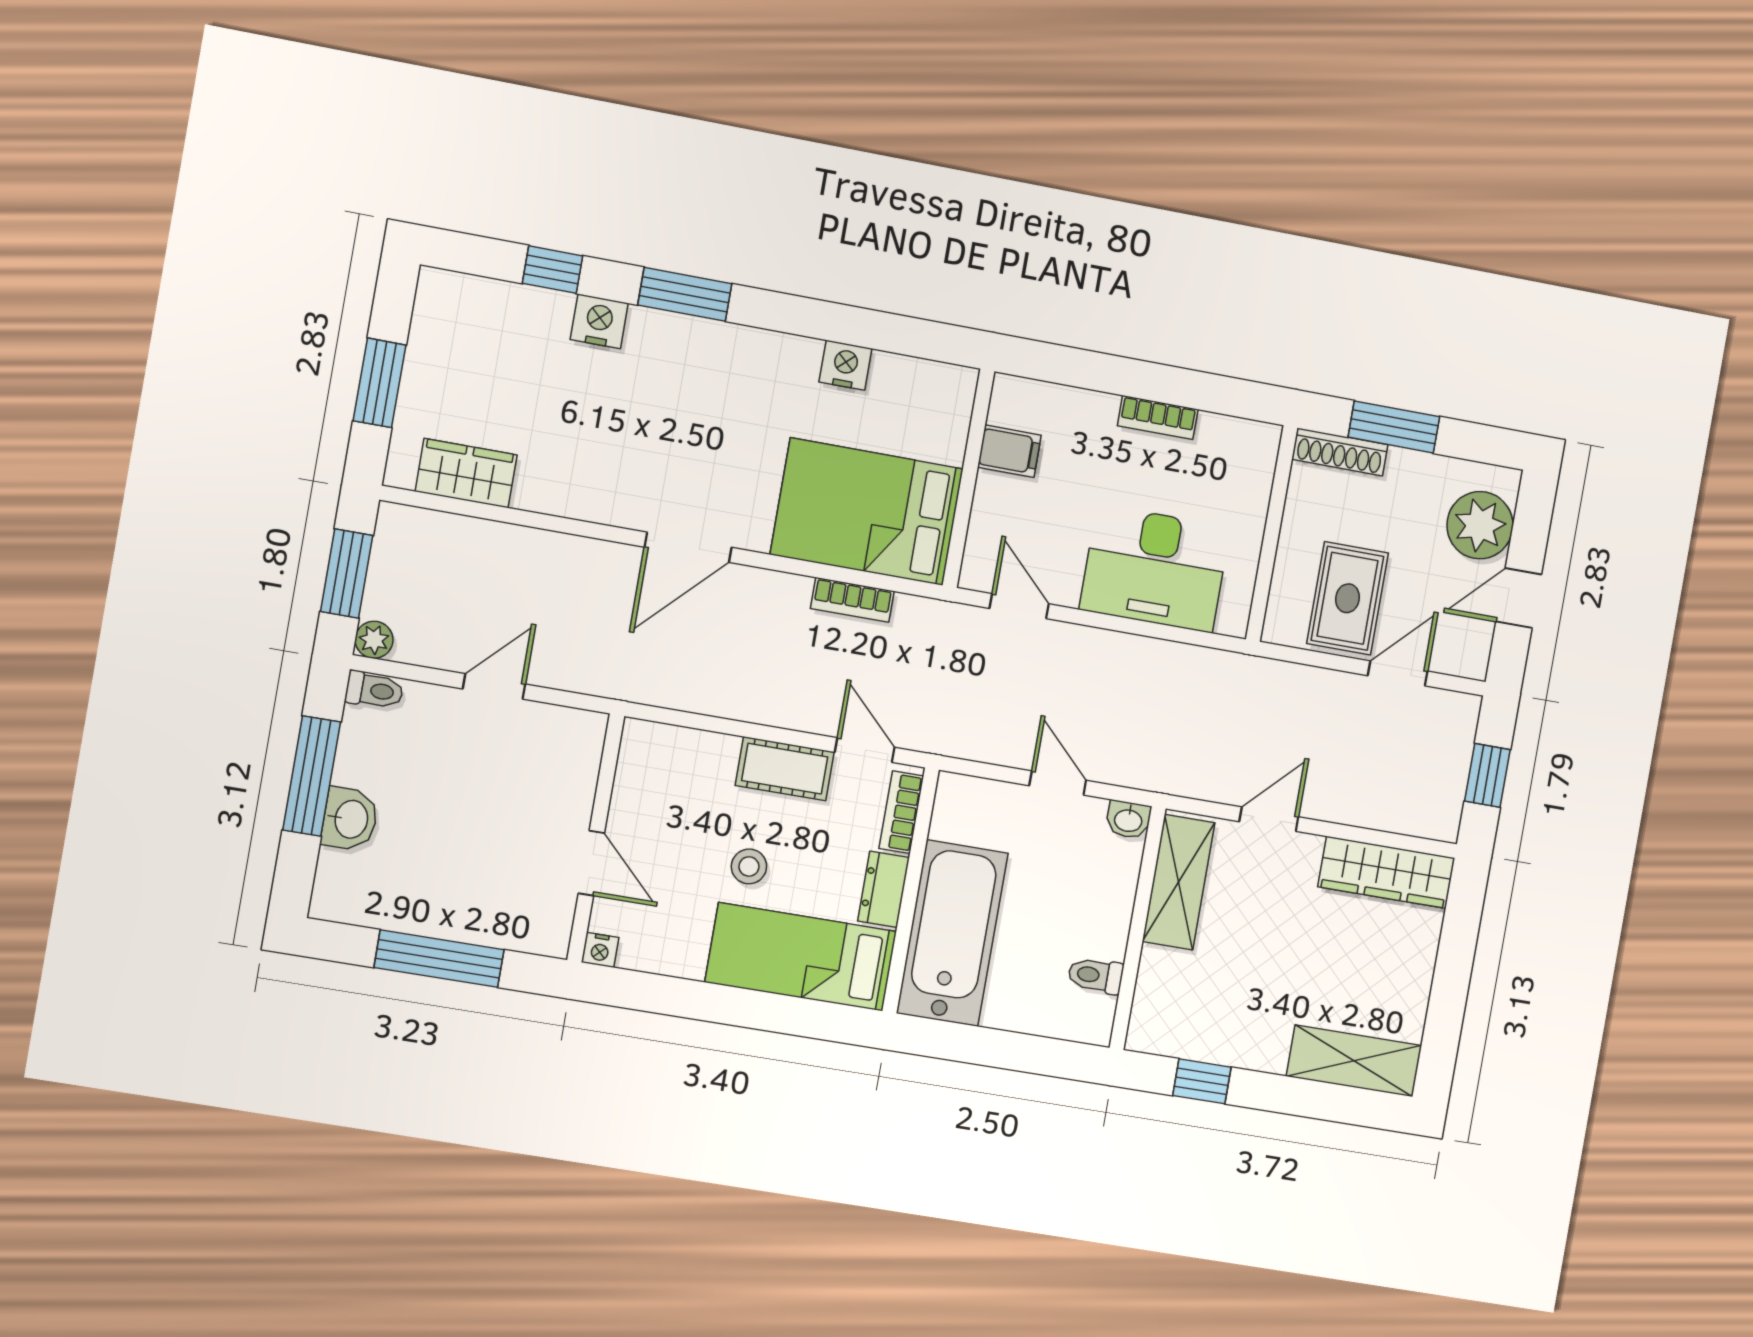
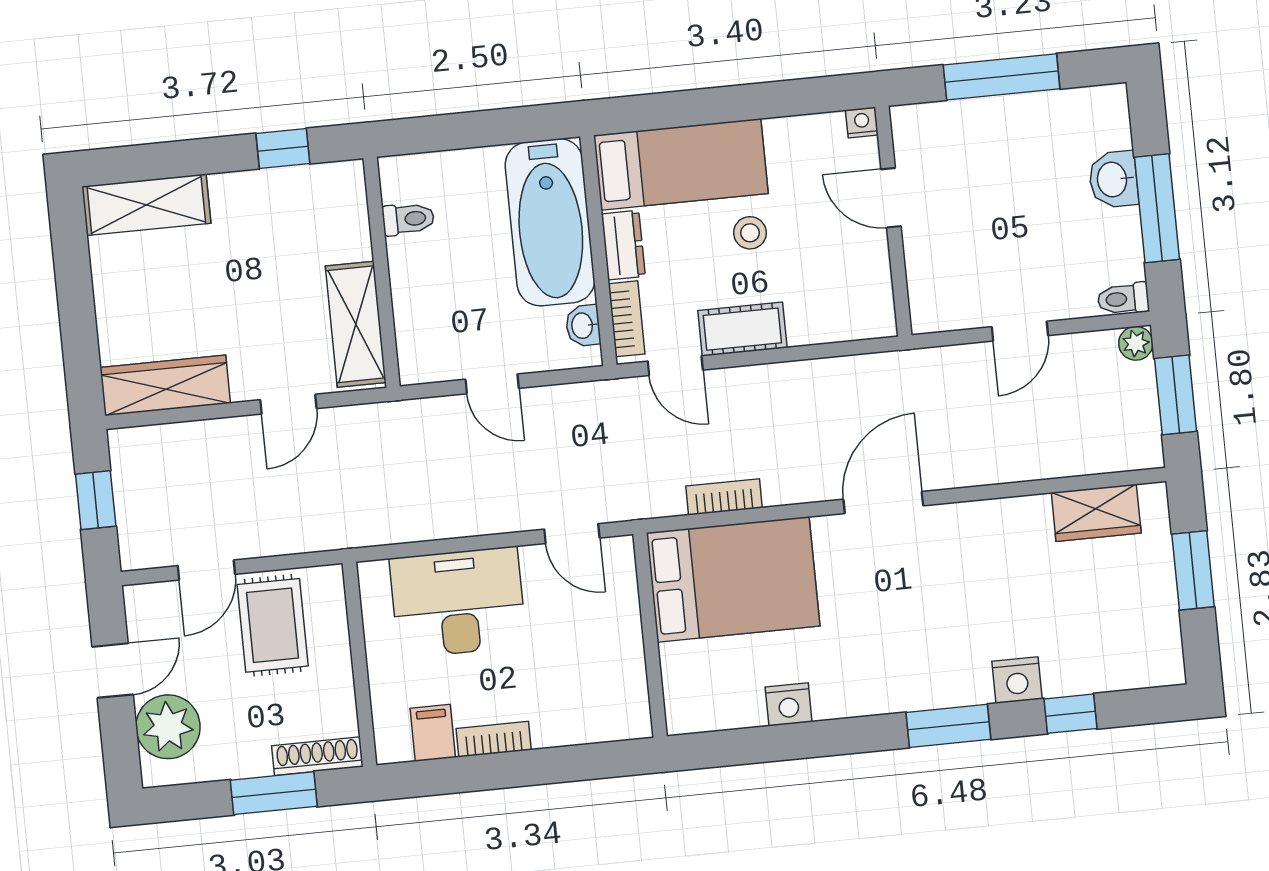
filing cabinet: (1009, 451) -> (433, 733), moved, turned 90
washbasin: (1128, 820) -> (583, 326), moved, turned -90

